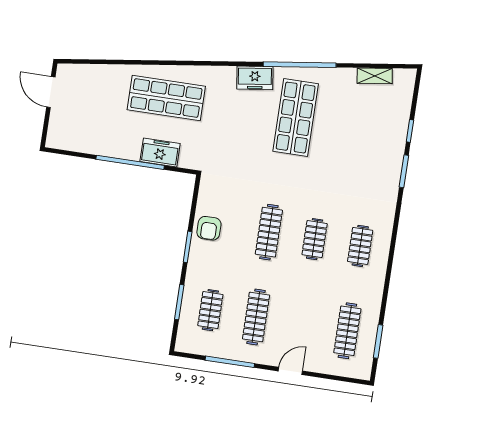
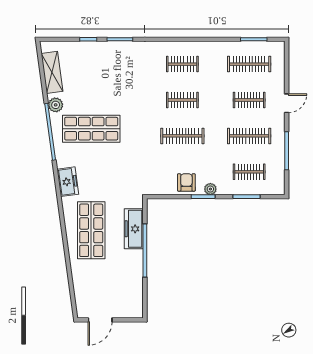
shelving: (375, 76) -> (52, 72), width x1.50, depth x1.33
plant: (333, 77) -> (56, 105), added
freezer: (255, 78) -> (68, 182), moved
freezer: (160, 152) -> (134, 229), width x1.40
armchair: (209, 228) -> (186, 182), turned -90
plant: (196, 258) -> (210, 189), added
clothes rail: (302, 324) -> (249, 100), added
door: (290, 371) -> (287, 103), swing flipped

